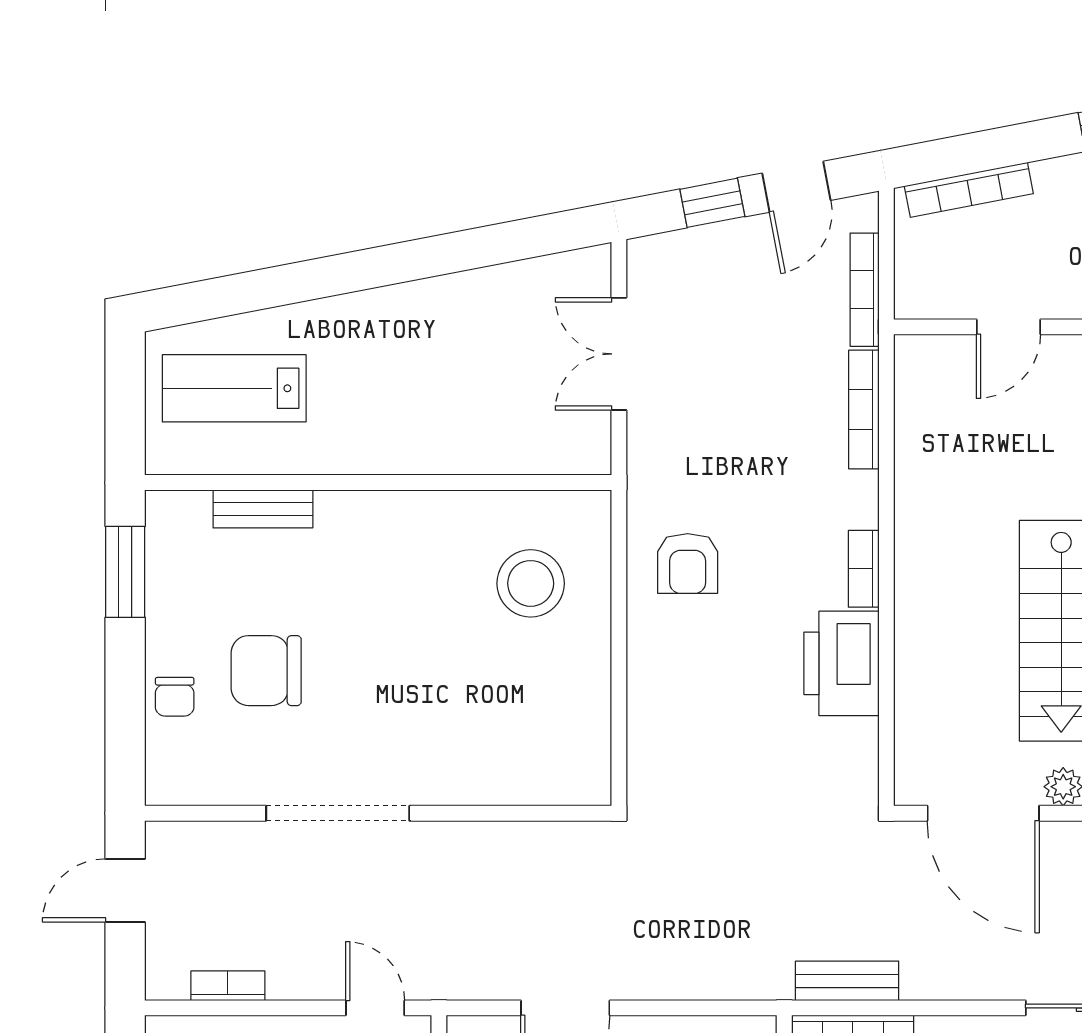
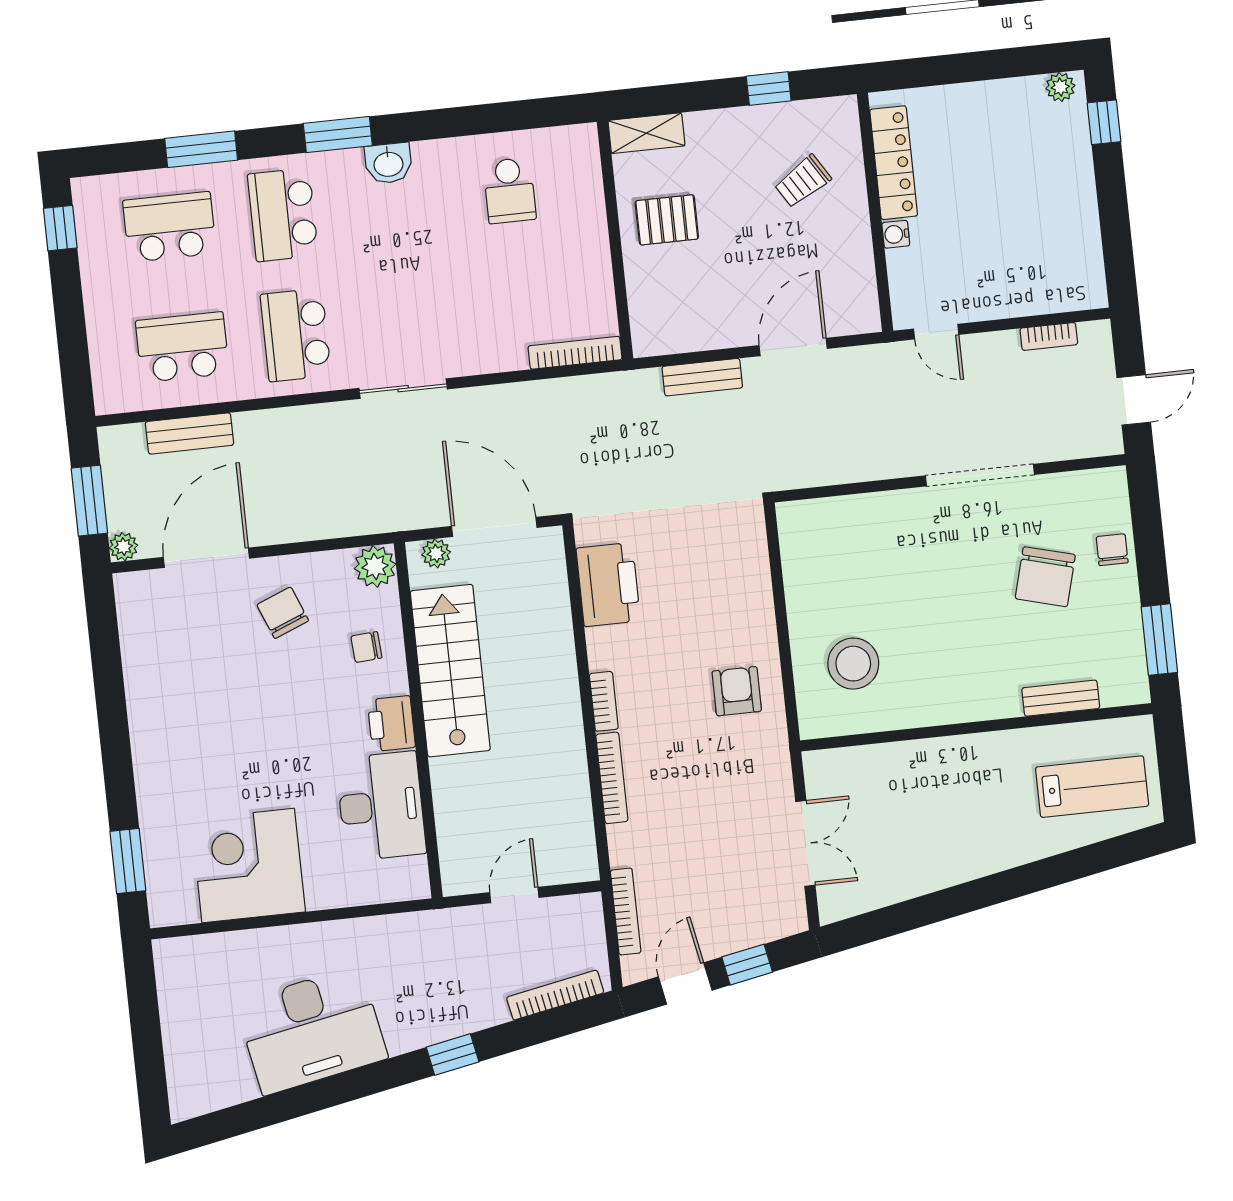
bookcase: (864, 410) -> (612, 778), moved
printer: (842, 663) -> (608, 585), moved
chair: (266, 671) -> (1045, 577), turned 105
bench: (847, 981) -> (702, 377), moved

